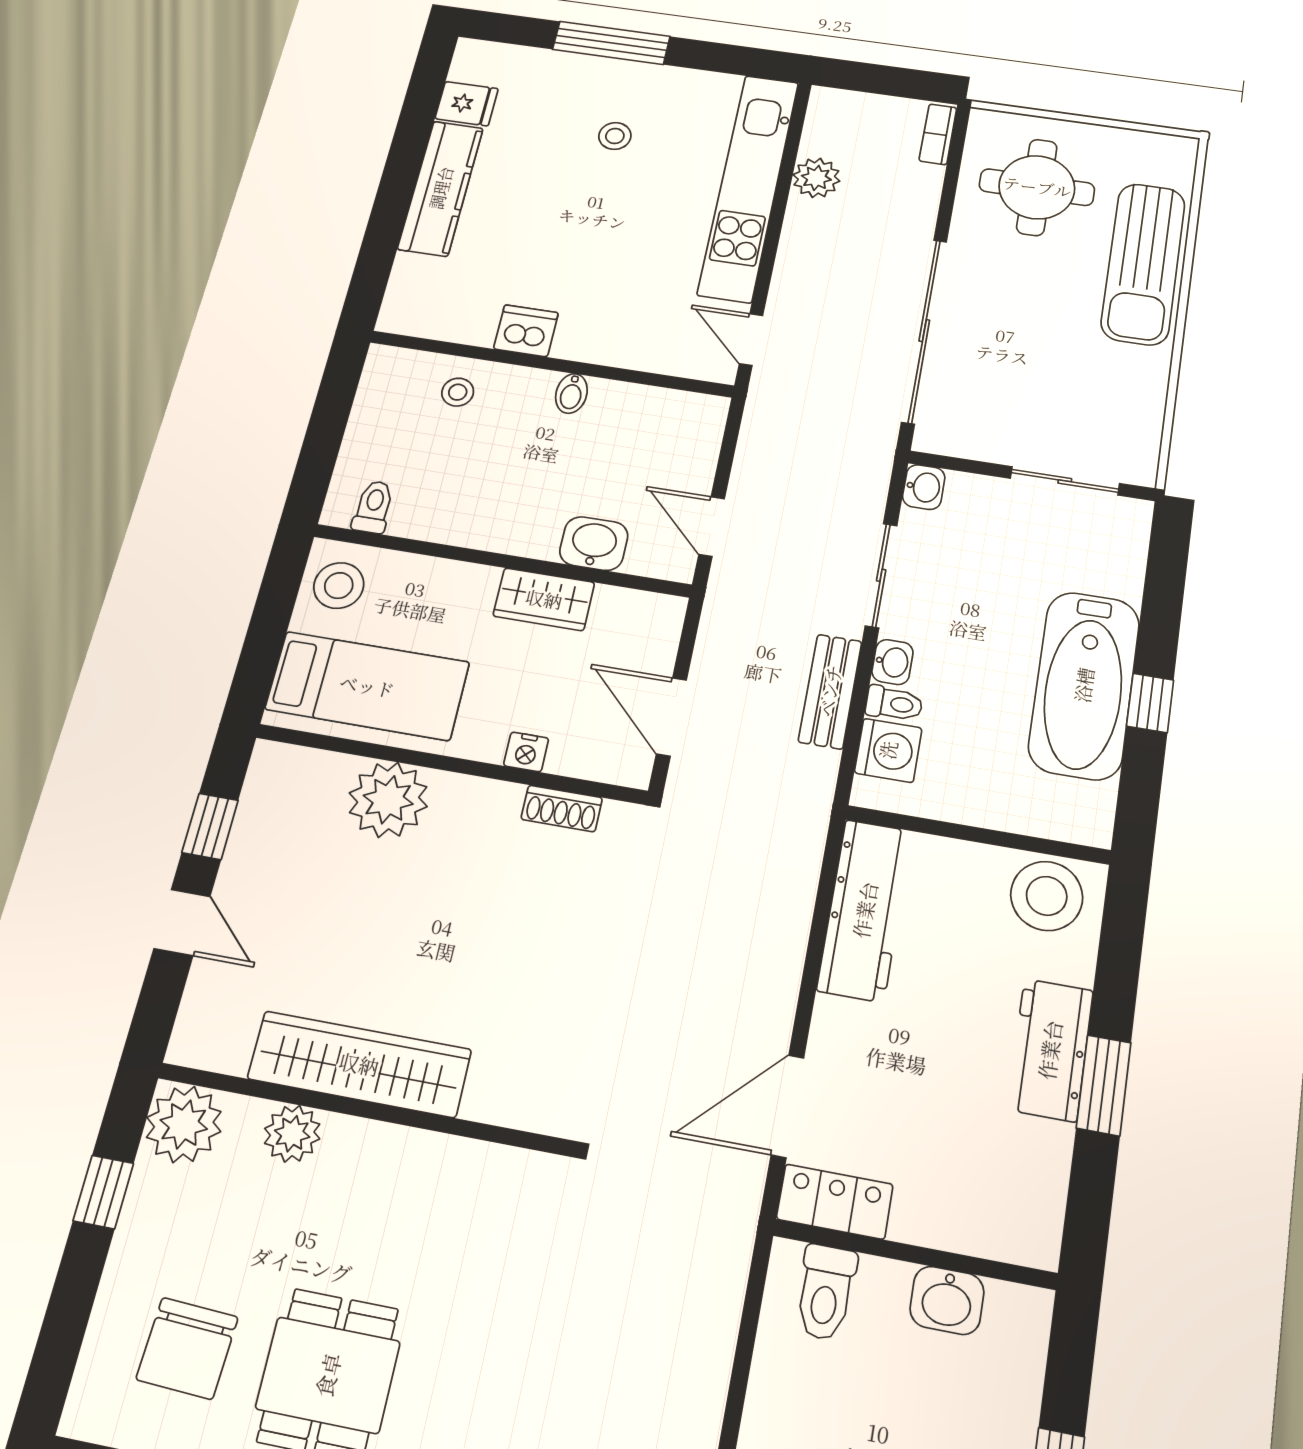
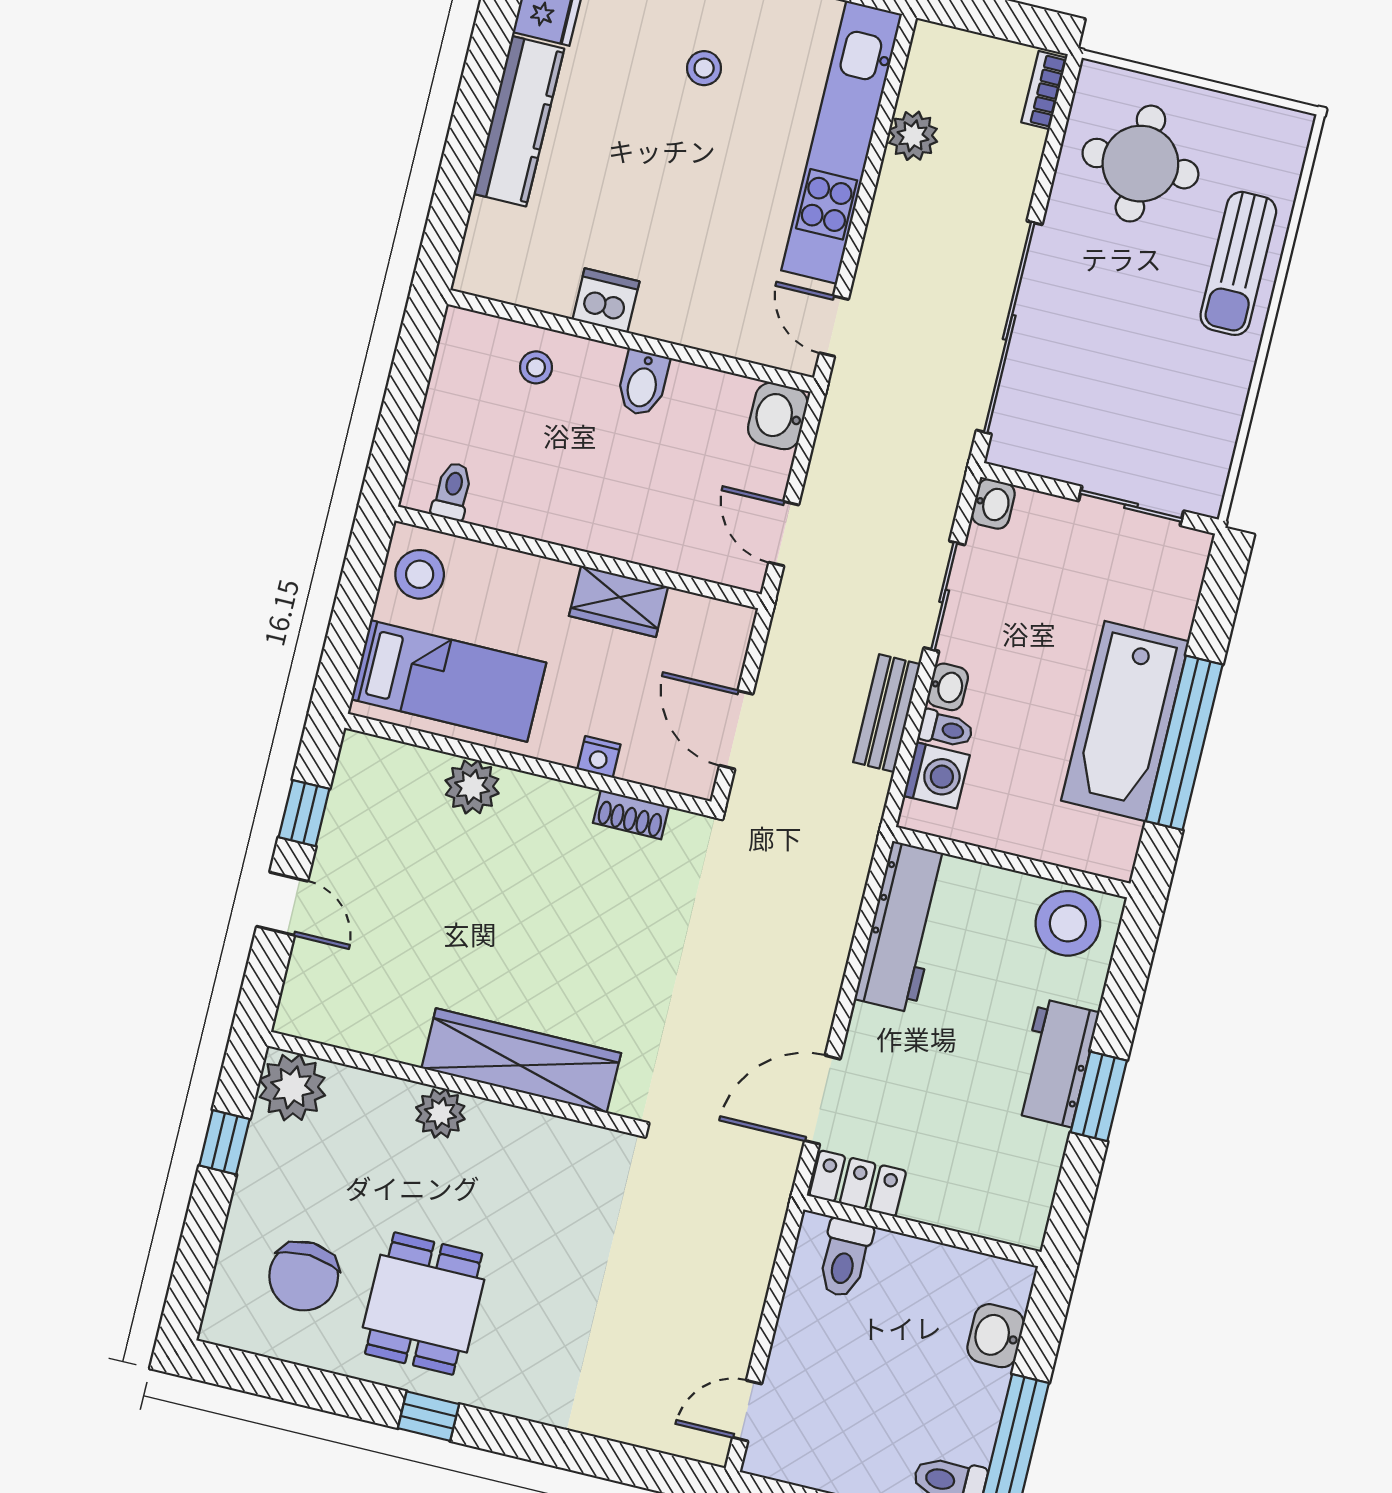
sun lounger: (1143, 264) -> (1238, 263), width x0.73, depth x0.75
bidet: (571, 394) -> (643, 383), width x1.38, depth x1.36
washbasin: (594, 544) -> (778, 416), moved, turned -90
window: (1150, 703) -> (1184, 743), width x3.17
plant: (388, 800) -> (472, 787), width x0.73, depth x0.73
wardrobe: (359, 1064) -> (521, 1061), moved
plant: (292, 1134) -> (440, 1113), moved
washbasin: (947, 1300) -> (996, 1336), moved, turned 90

